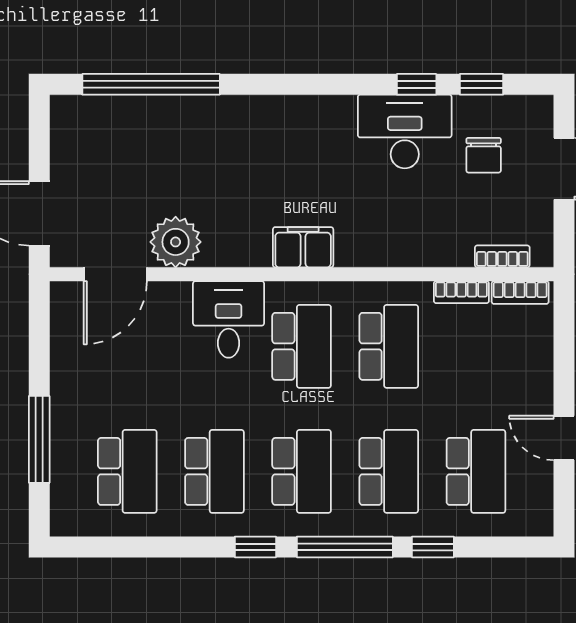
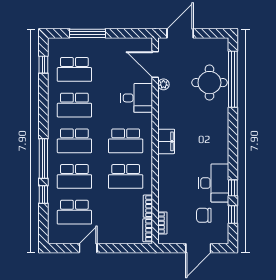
round table: (159, 141) -> (209, 83), added
plant: (176, 242) -> (163, 84), width x0.53, depth x0.53
desk: (229, 319) -> (137, 98), moved
window: (255, 547) -> (43, 65), moved

